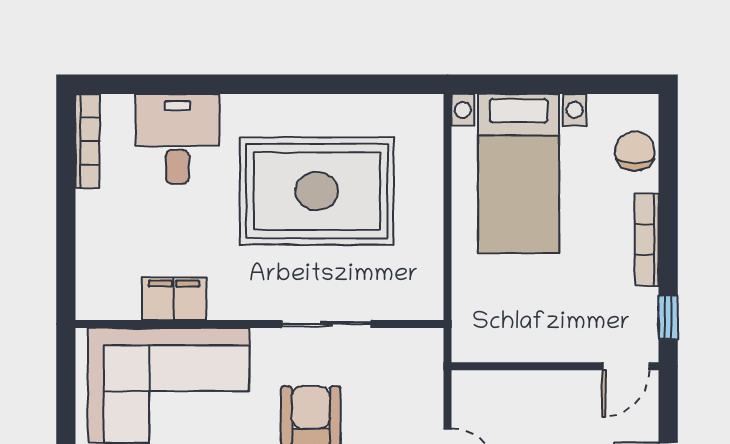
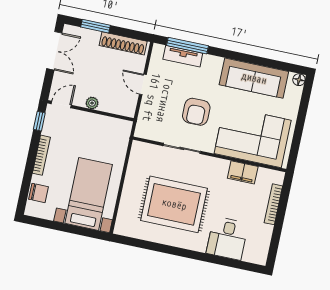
bookcase: (88, 141) -> (273, 204), moved
chair: (635, 151) -> (39, 193), turned -90
plant: (555, 385) -> (92, 103), added

